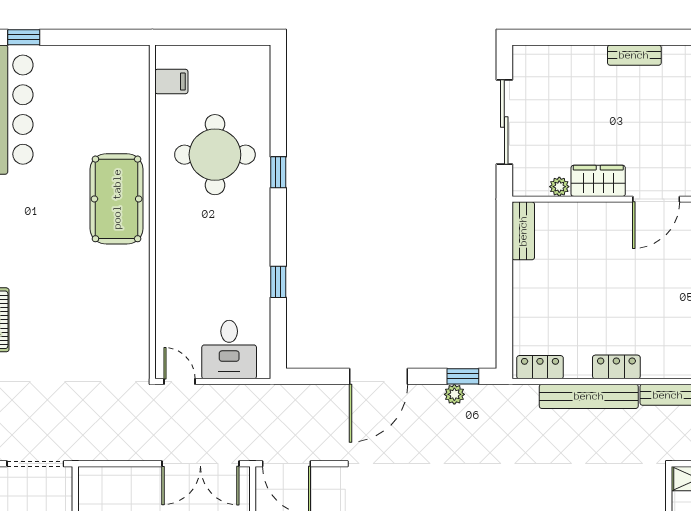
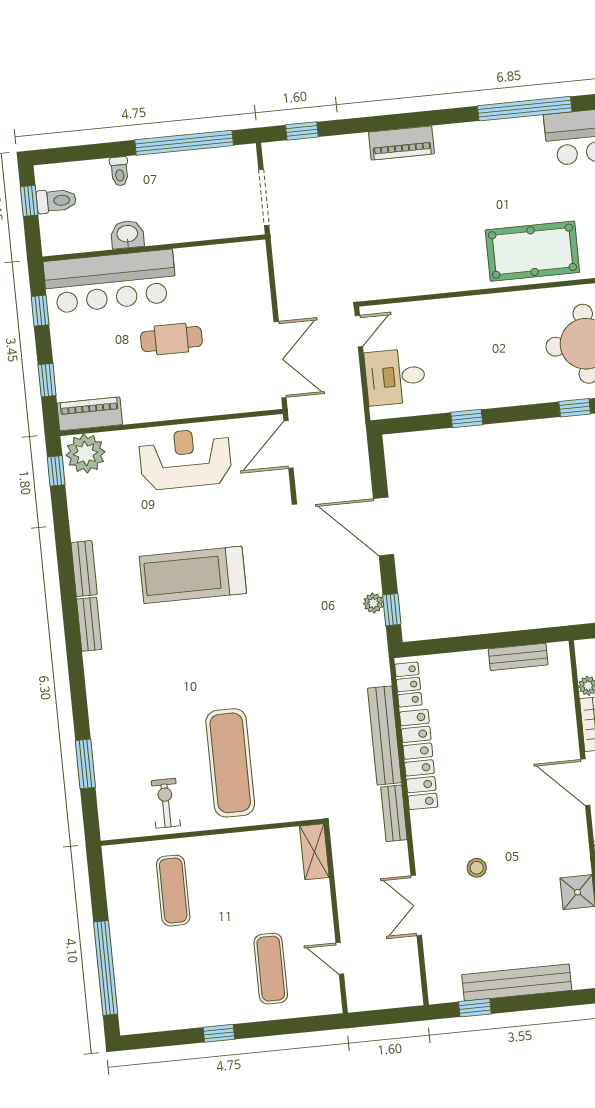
bench: (523, 231) -> (518, 657), moved
locker: (616, 367) -> (419, 760), width x2.16, depth x1.21
double door: (200, 464) -> (280, 360), swing flipped

